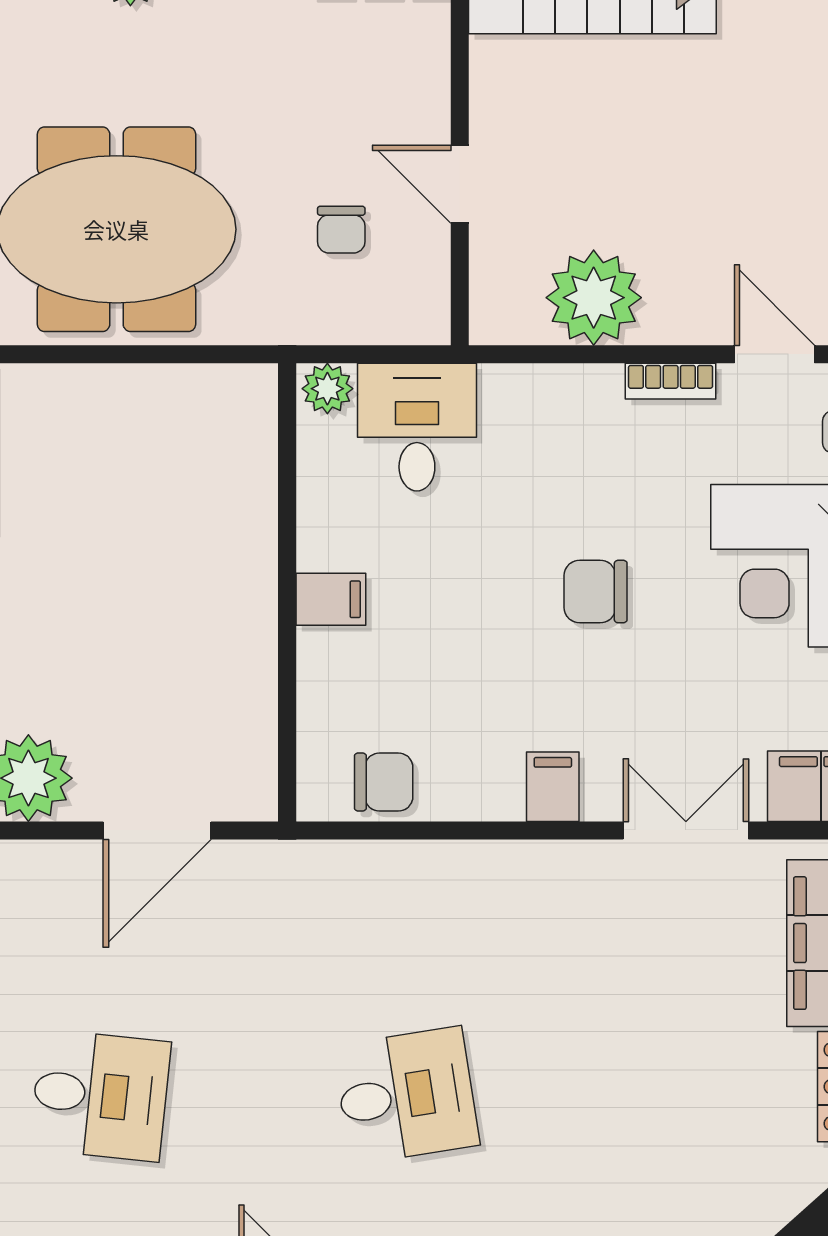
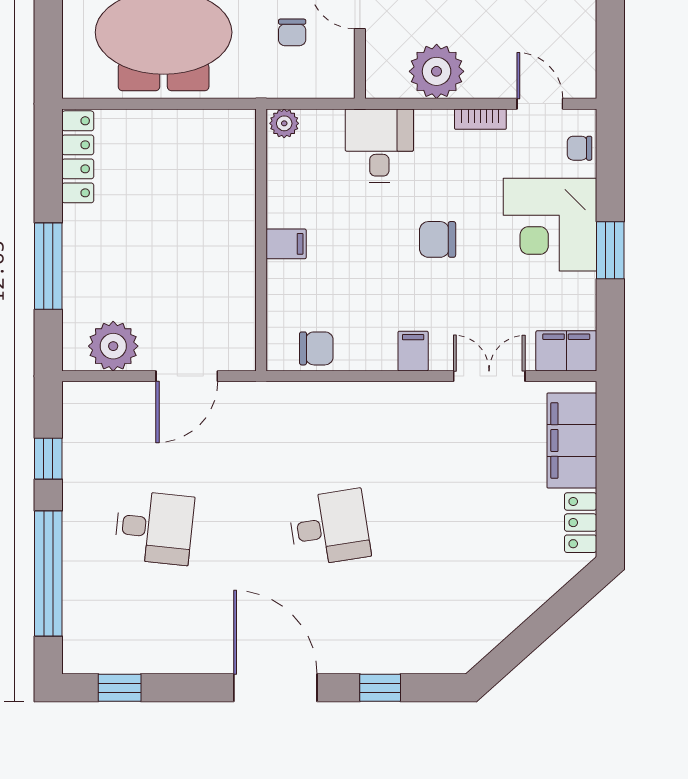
desk: (417, 427) -> (379, 145), moved

